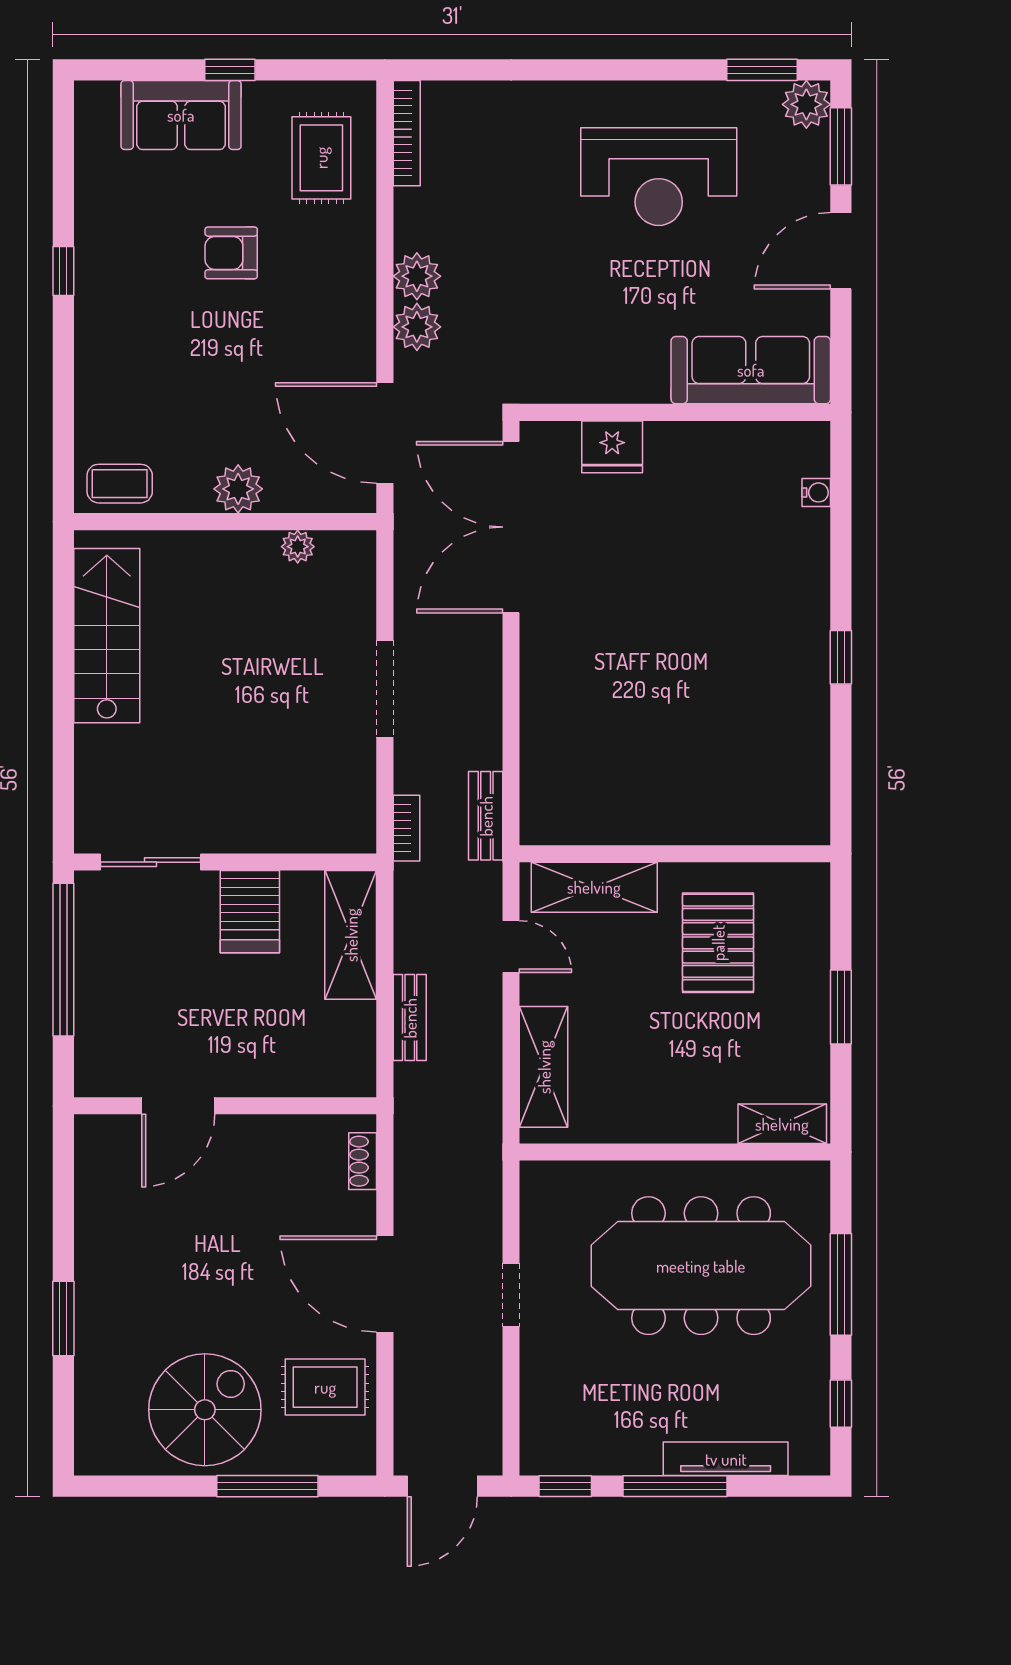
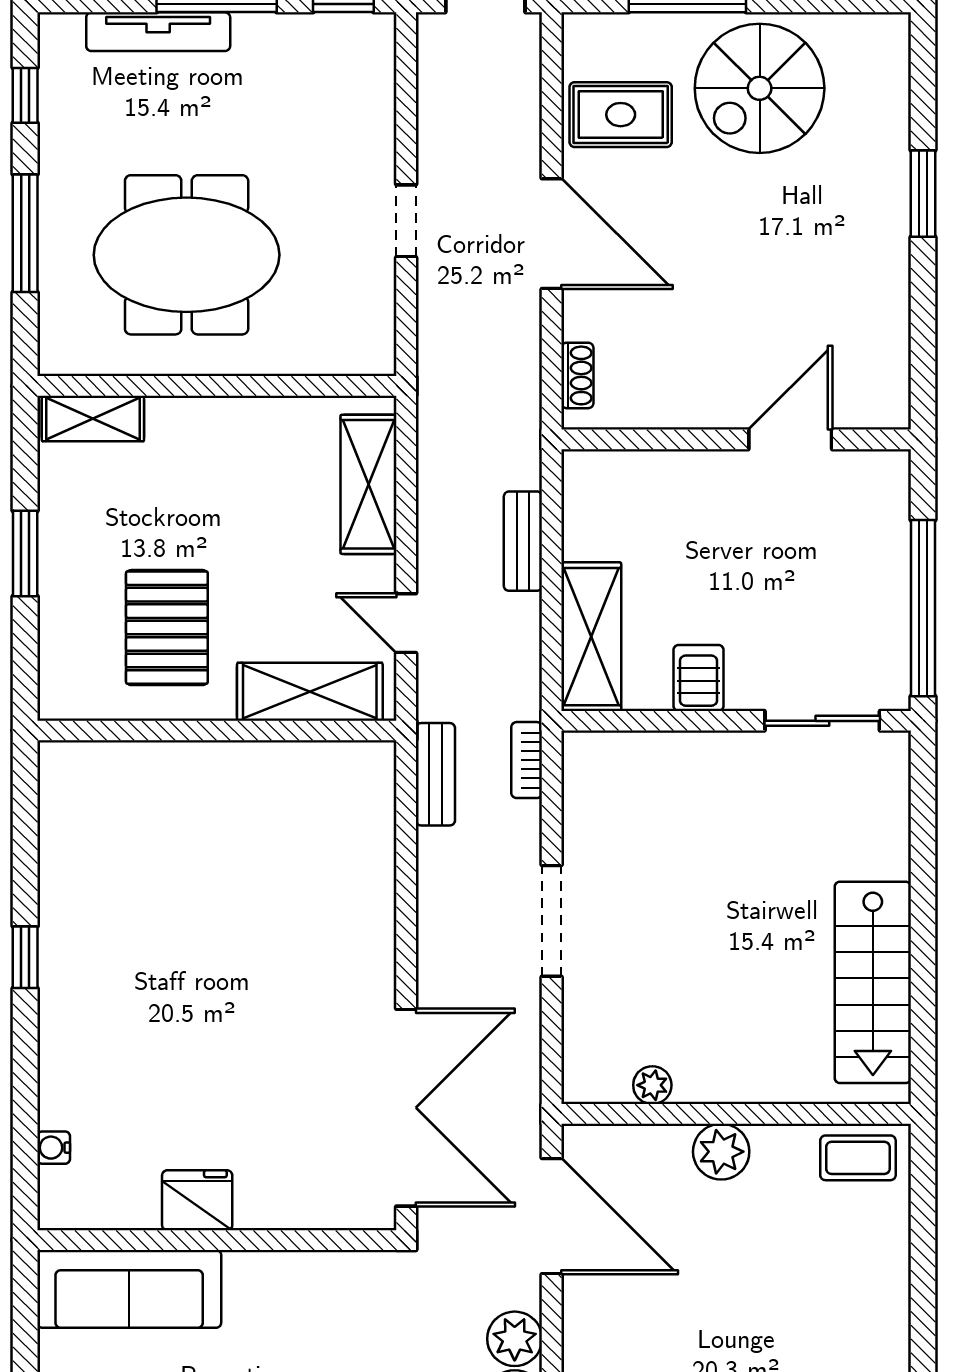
fridge: (612, 447) -> (197, 1200), moved
server rack: (250, 912) -> (698, 678), width x0.73, depth x0.70
meeting table: (701, 1266) -> (187, 255), width x0.73

